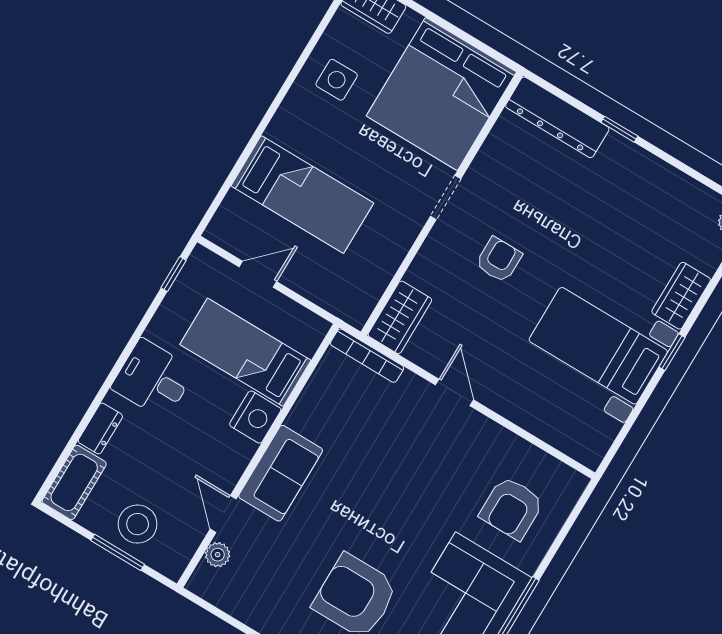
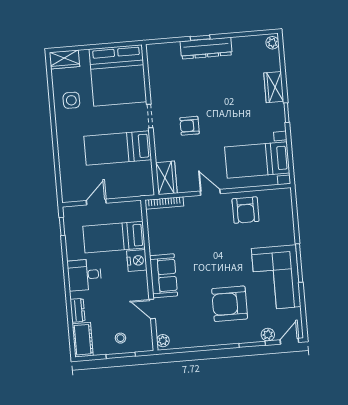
dresser: (557, 117) -> (206, 48), moved
bed: (302, 194) -> (118, 148), moved, turned 180
armchair: (499, 260) -> (190, 126), turned -90
bed with nightstands: (598, 346) -> (257, 160), moved
armchair: (512, 508) -> (246, 210), moved
stool: (138, 524) -> (120, 338), width x0.53, depth x0.53
plant: (218, 555) -> (163, 341), moved

